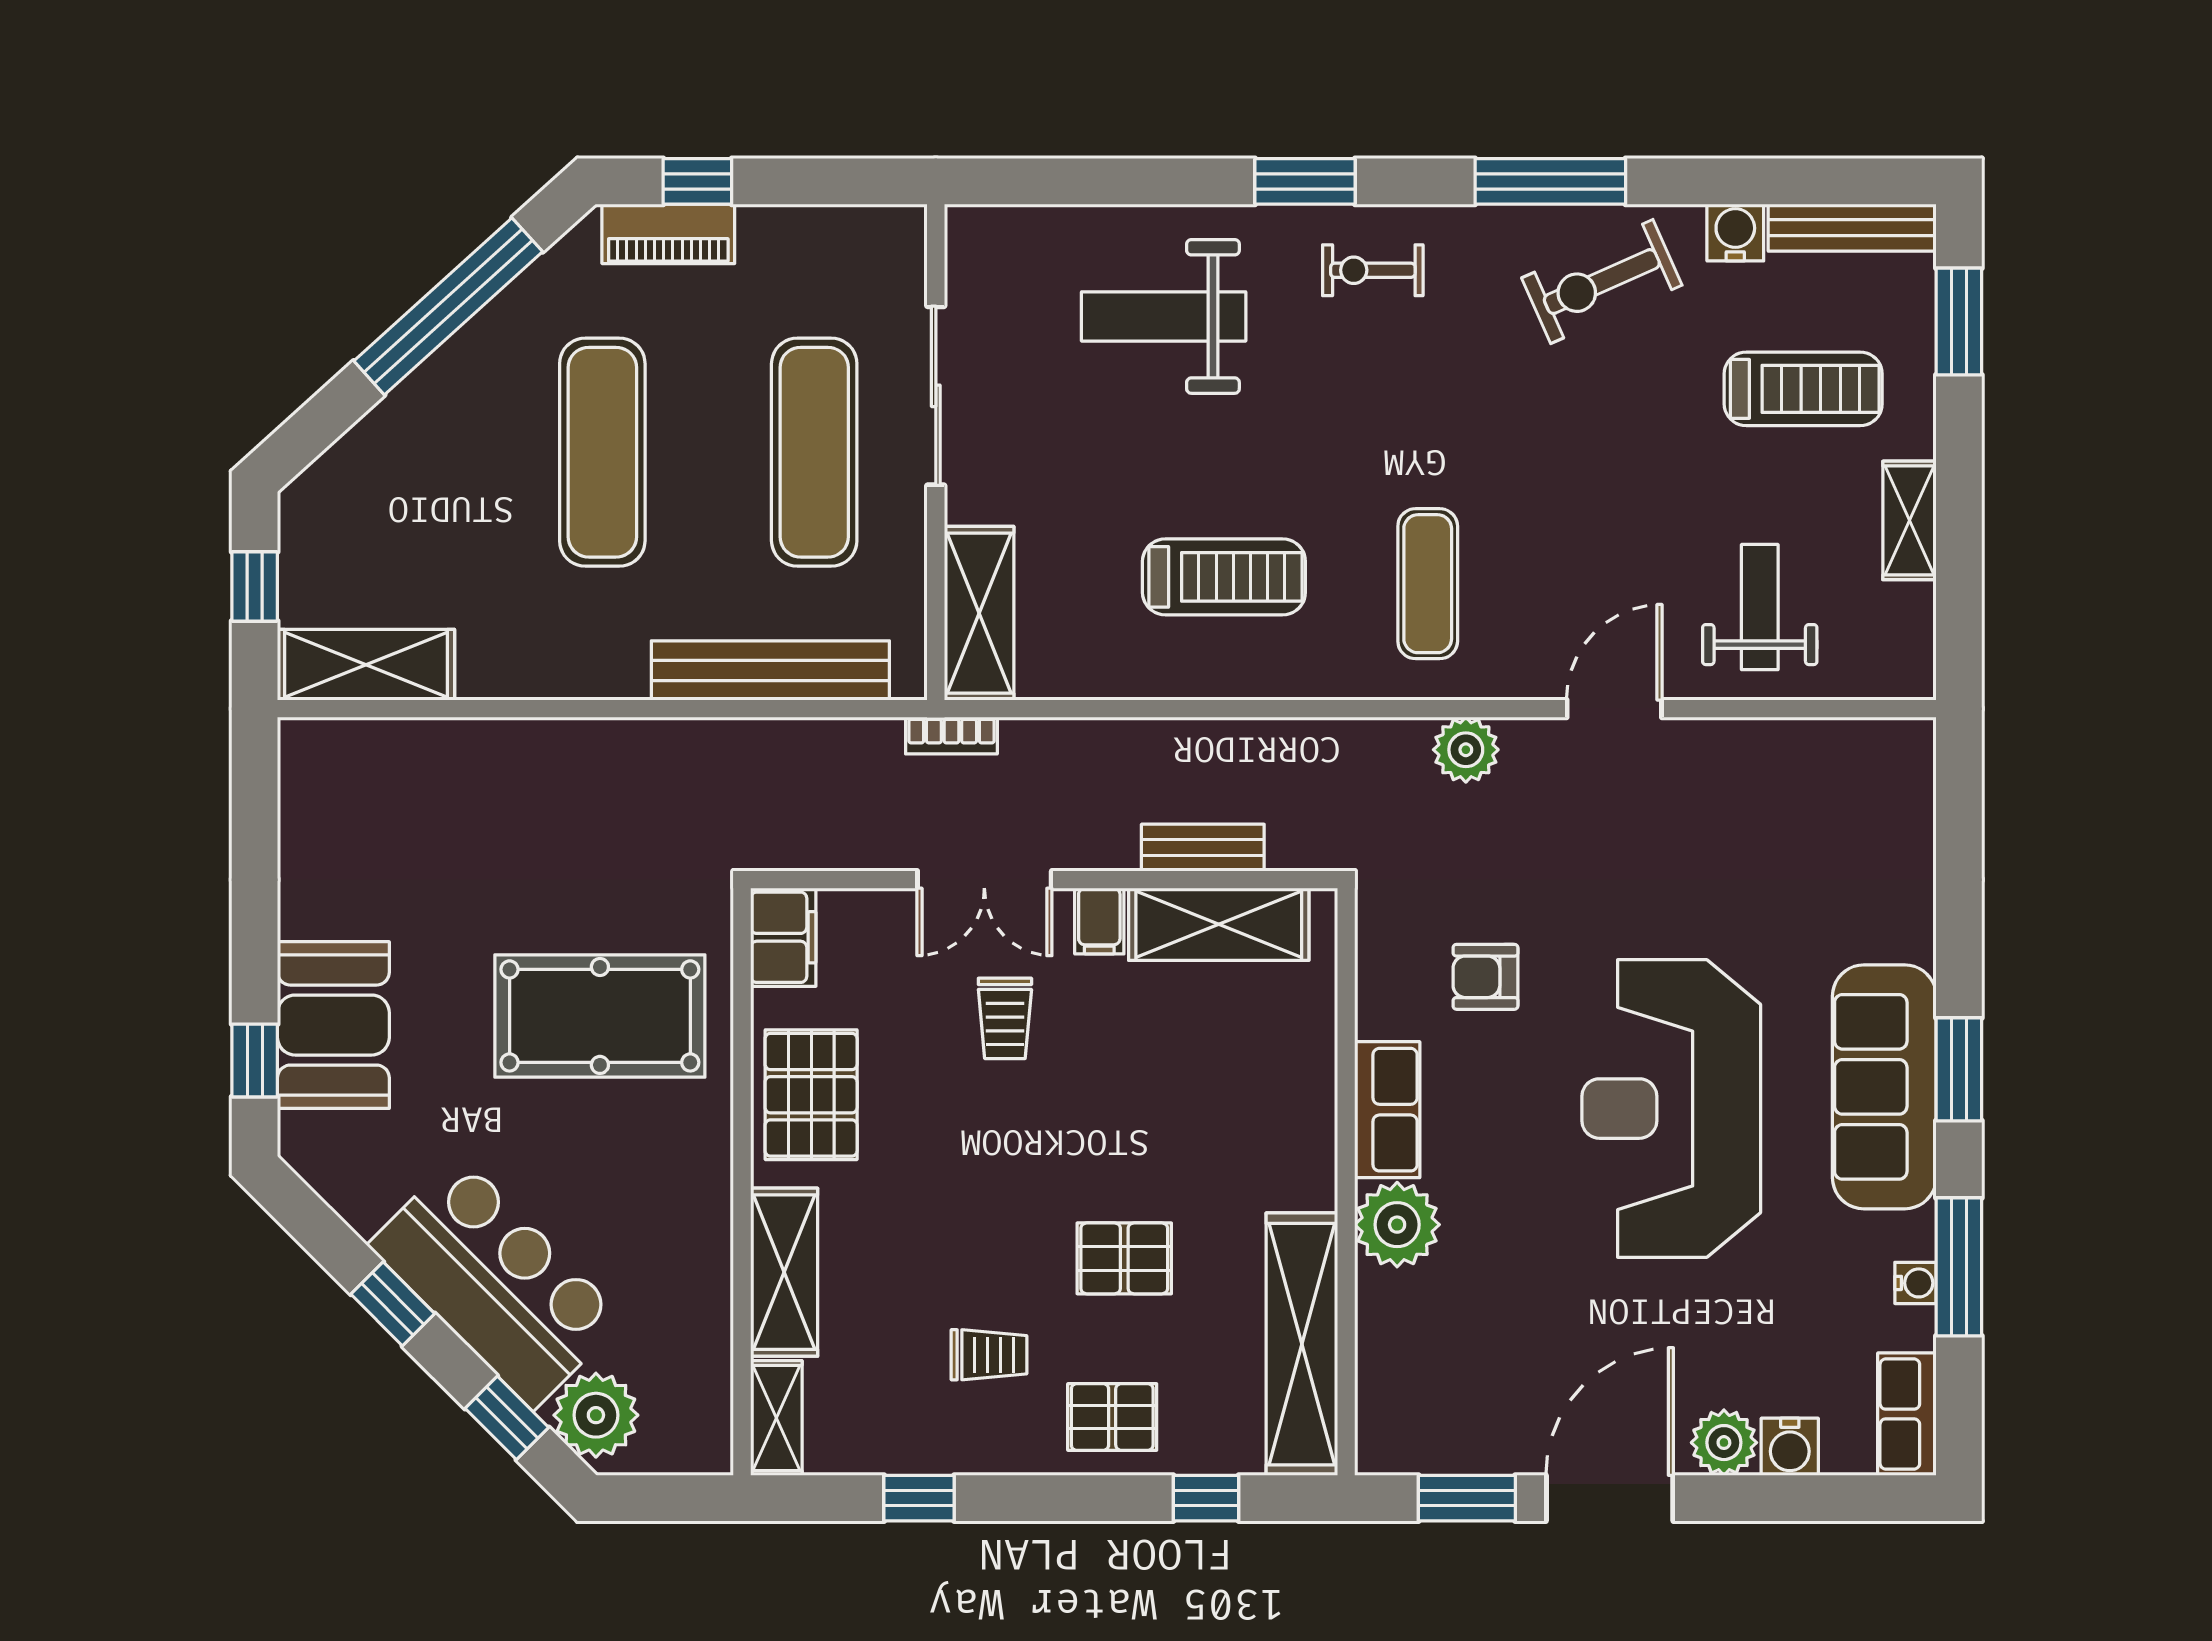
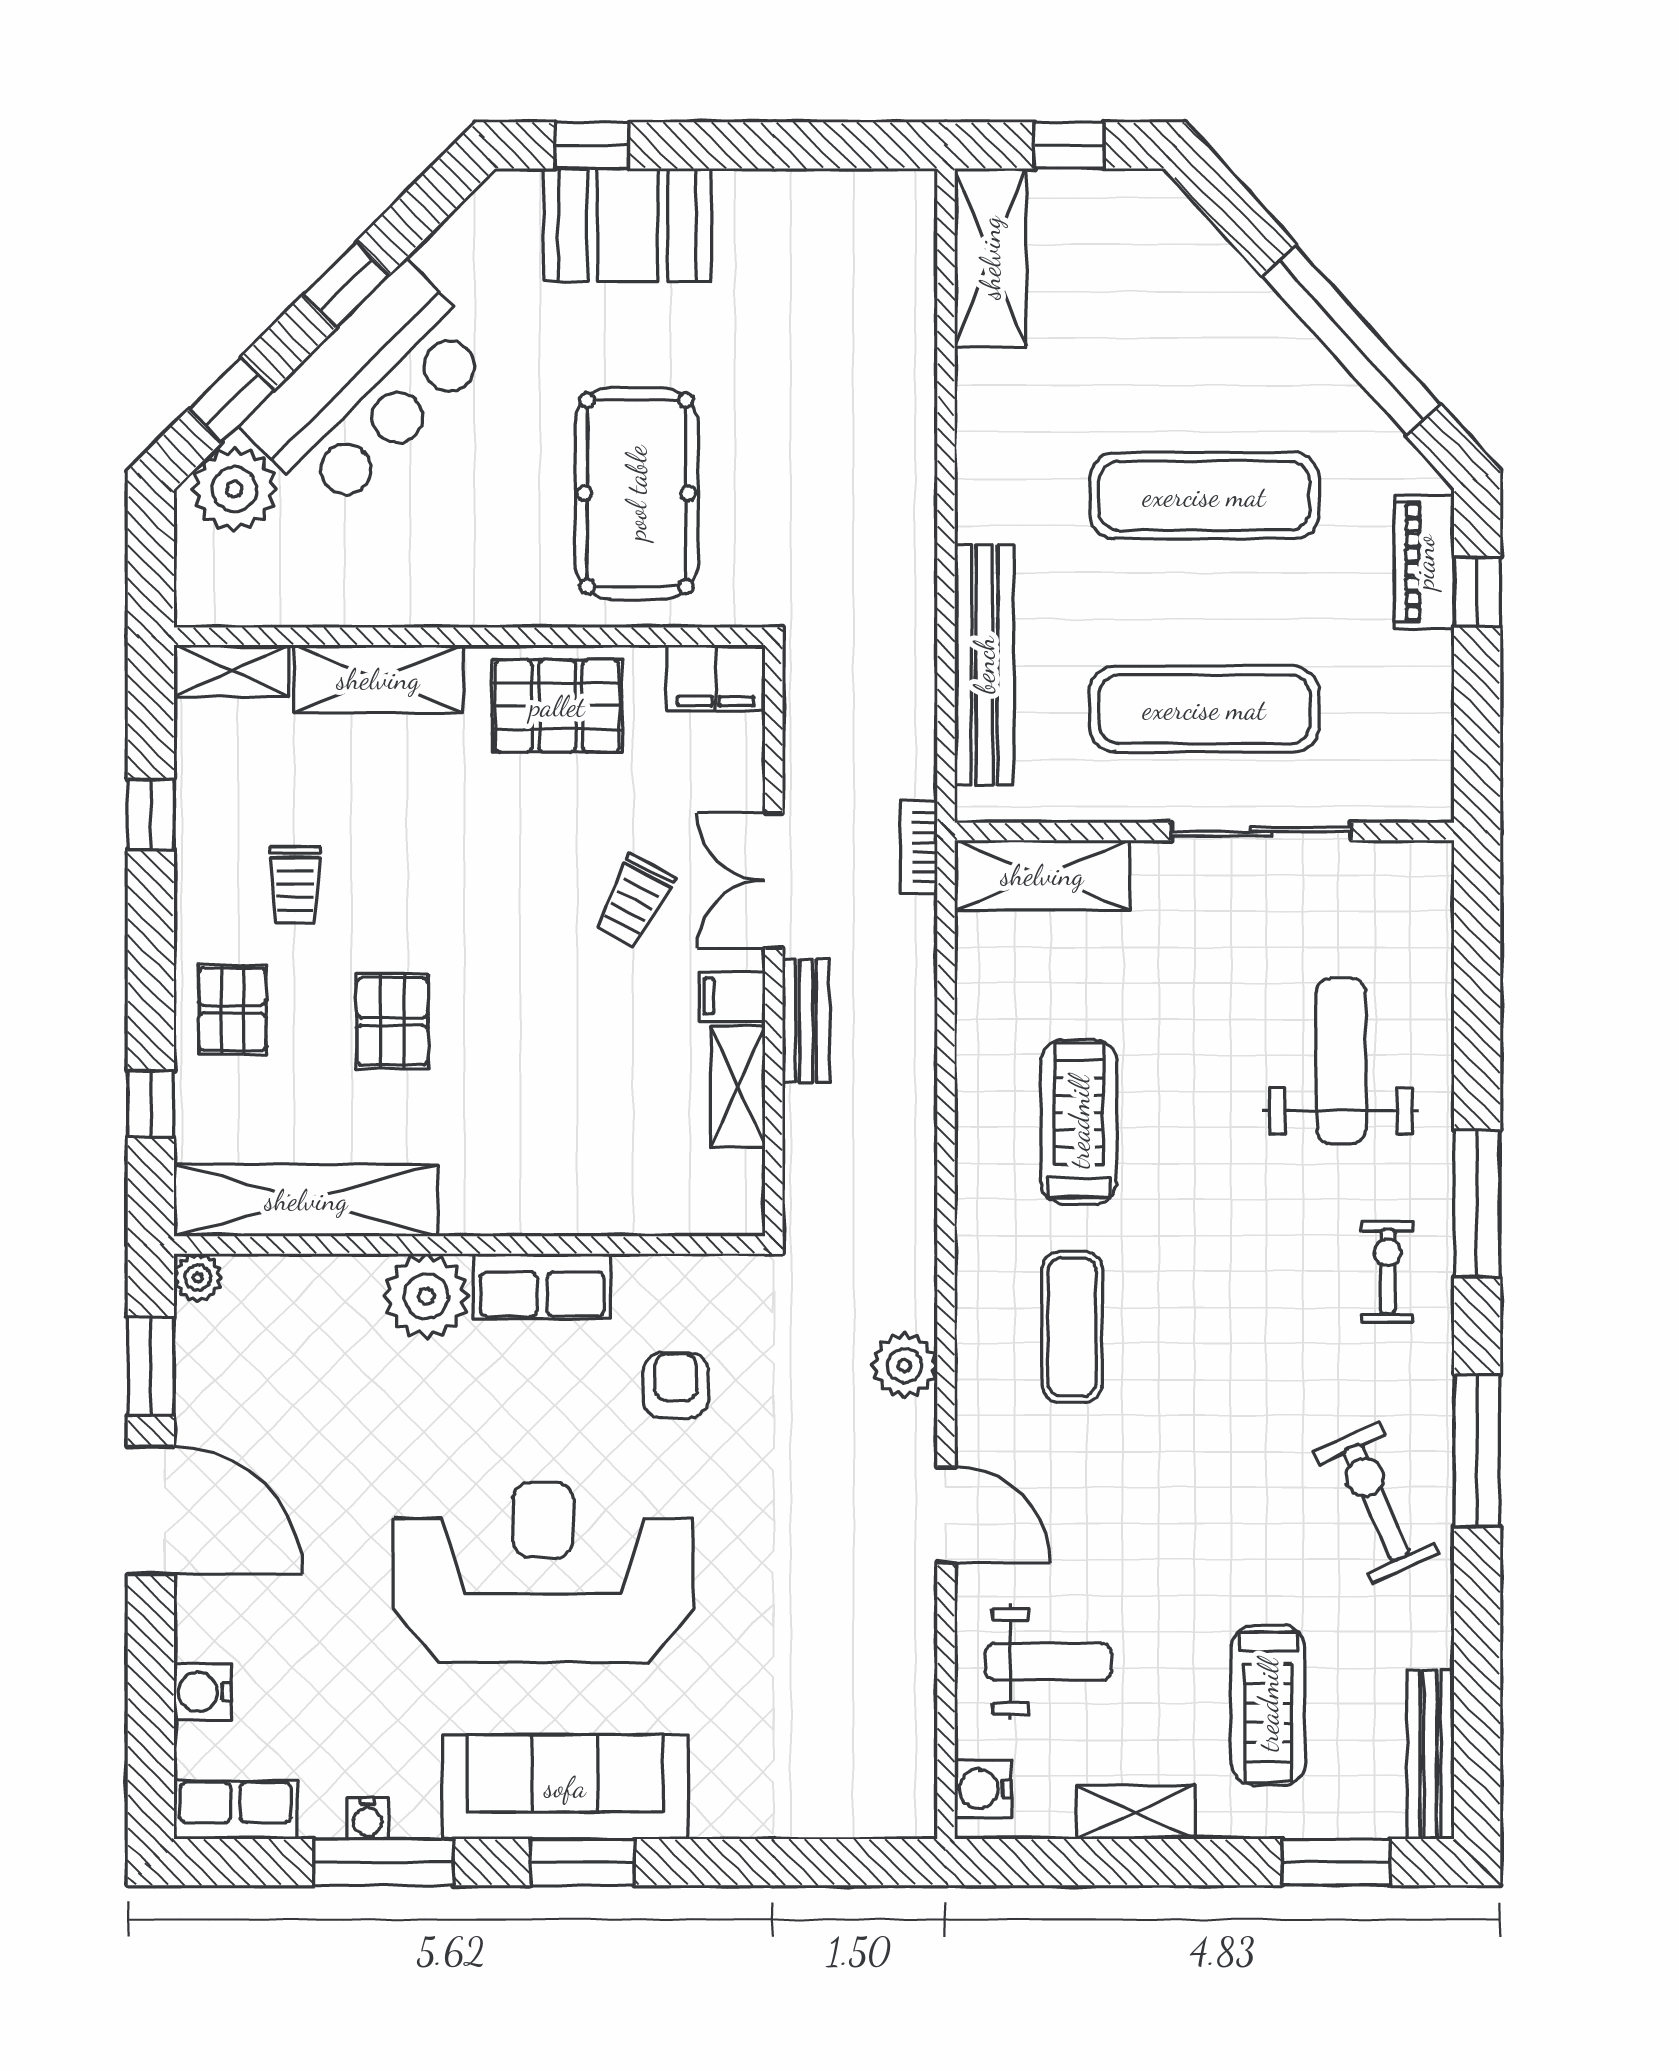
window: (1305, 181) -> (1477, 1204), width x1.44
water cooler: (1735, 233) -> (983, 1789), moved, turned 180
treadmill: (1224, 577) -> (1079, 1122), turned 180
exercise mat: (1428, 584) -> (1072, 1327), turned 90
bench: (1203, 848) -> (806, 1021), moved
shelving: (1219, 924) -> (738, 1086), width x0.67, depth x0.75
trolley: (1005, 1018) -> (634, 901), turned -62
plant: (1724, 1443) -> (198, 1278), moved, width x0.73, depth x0.73

